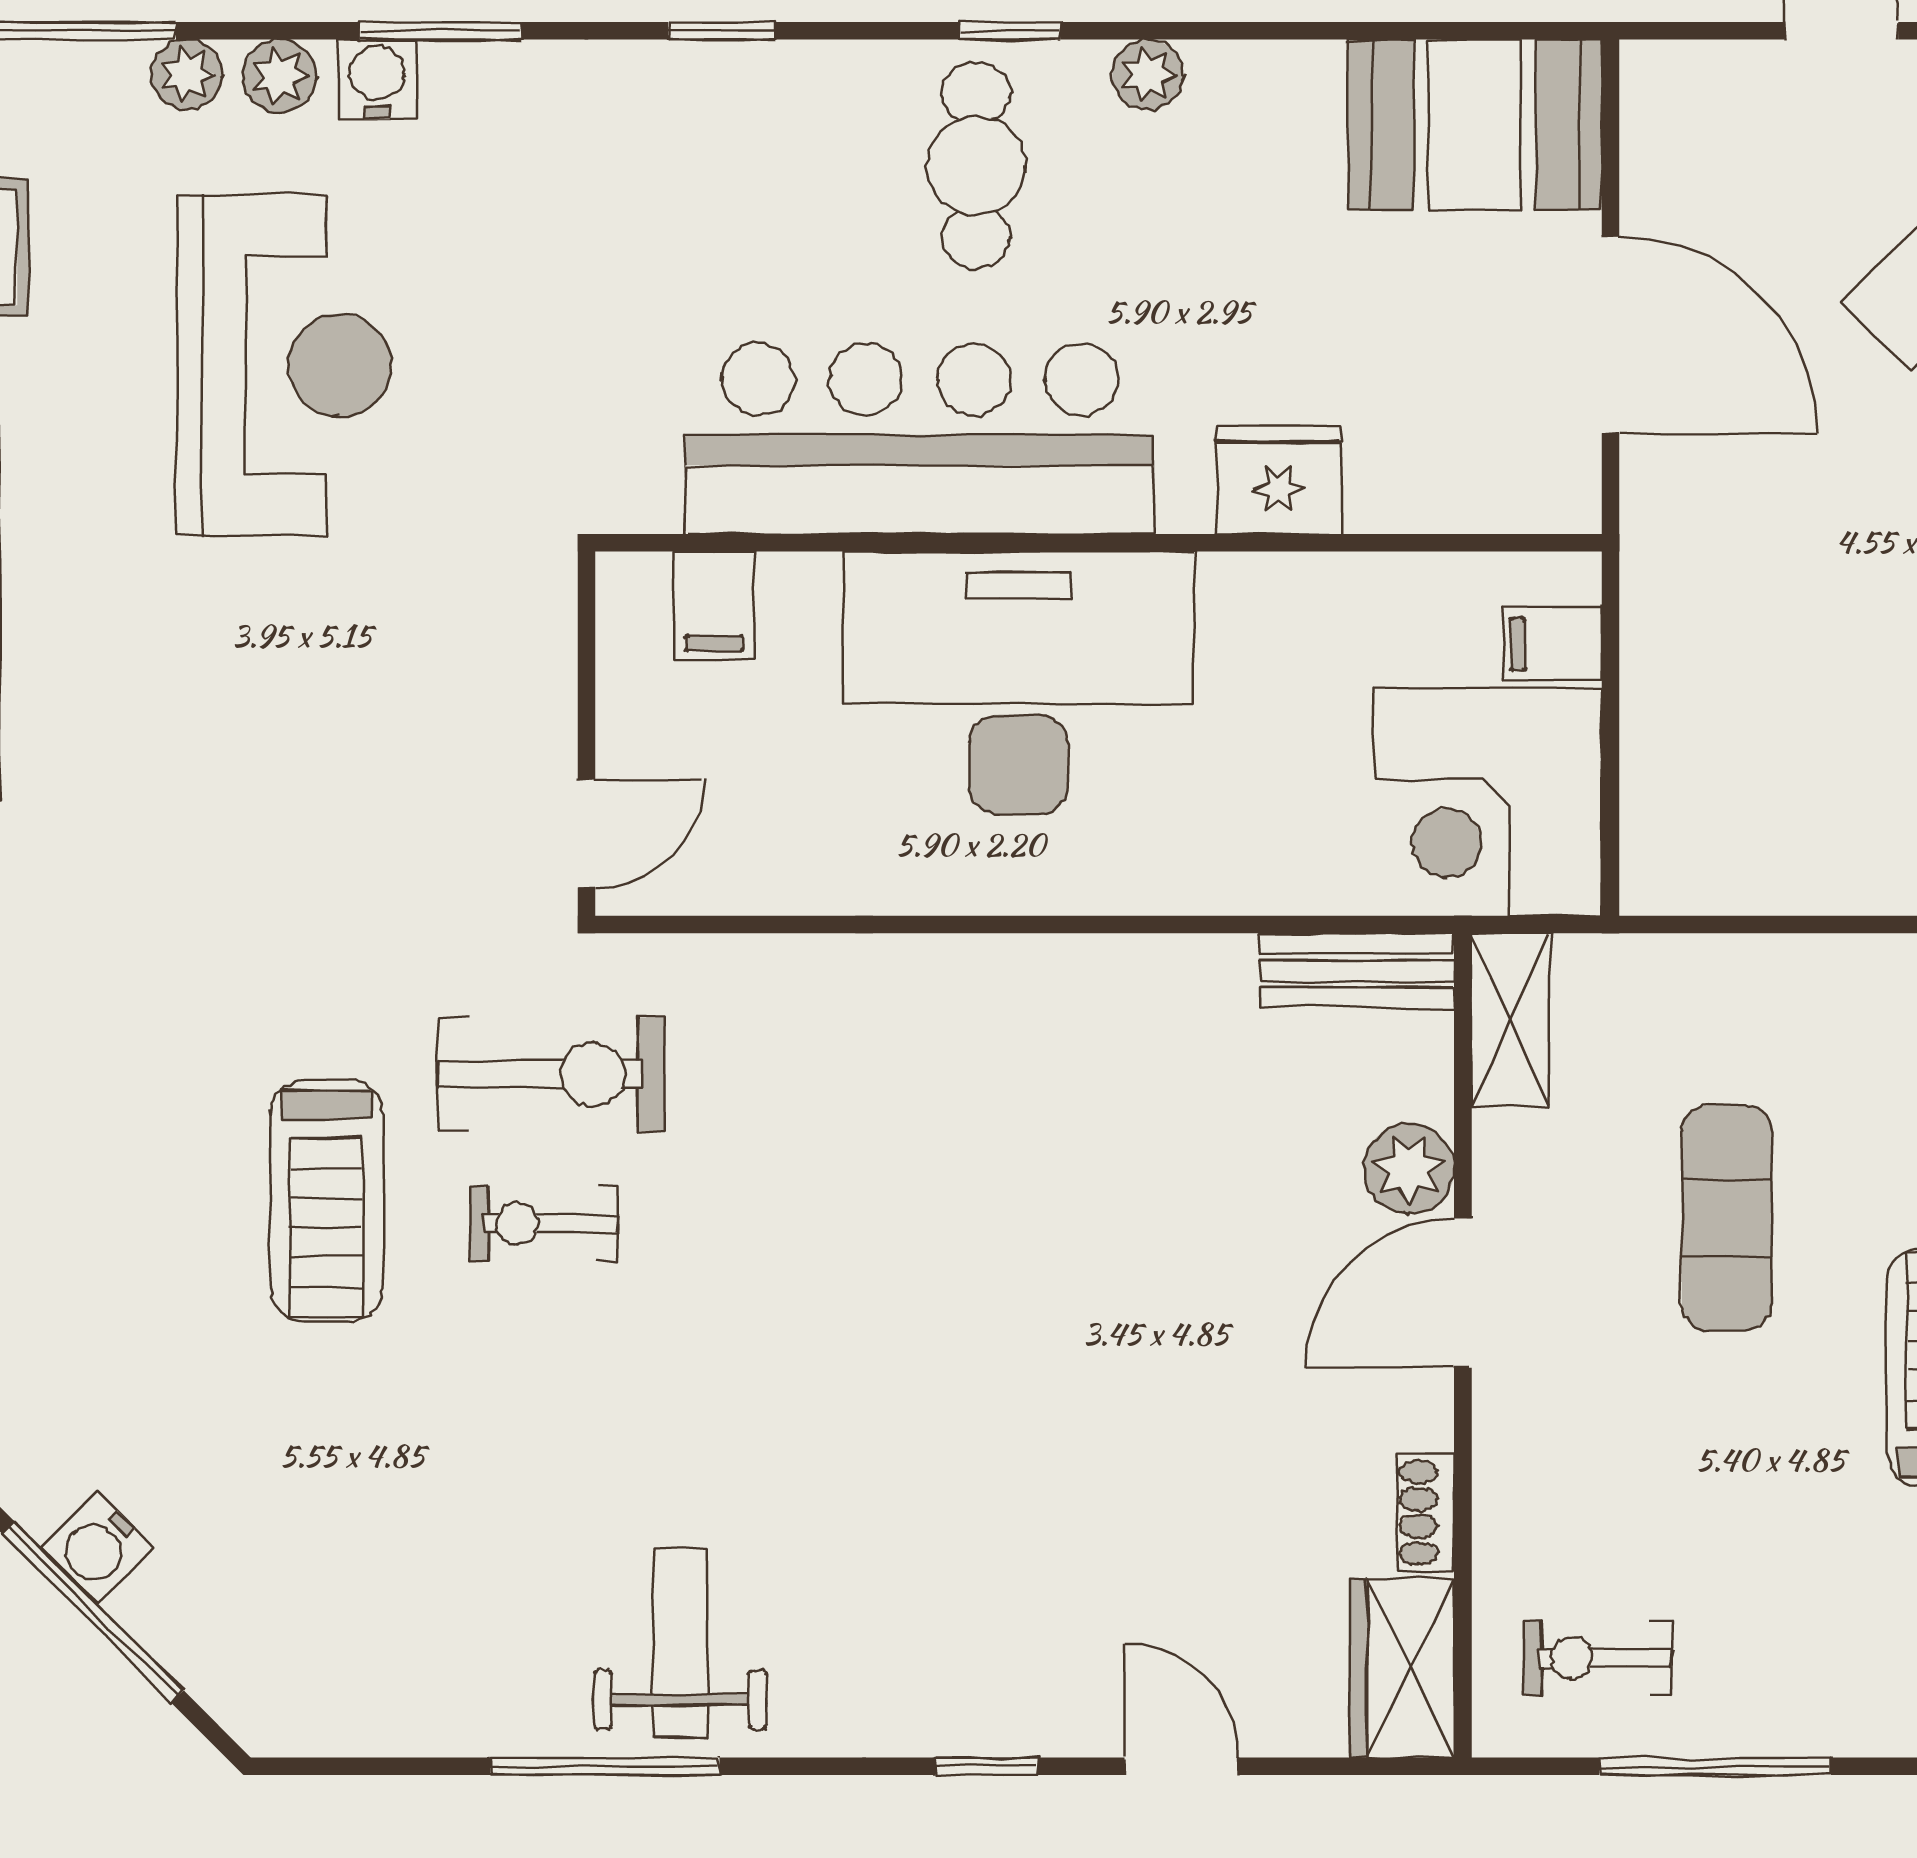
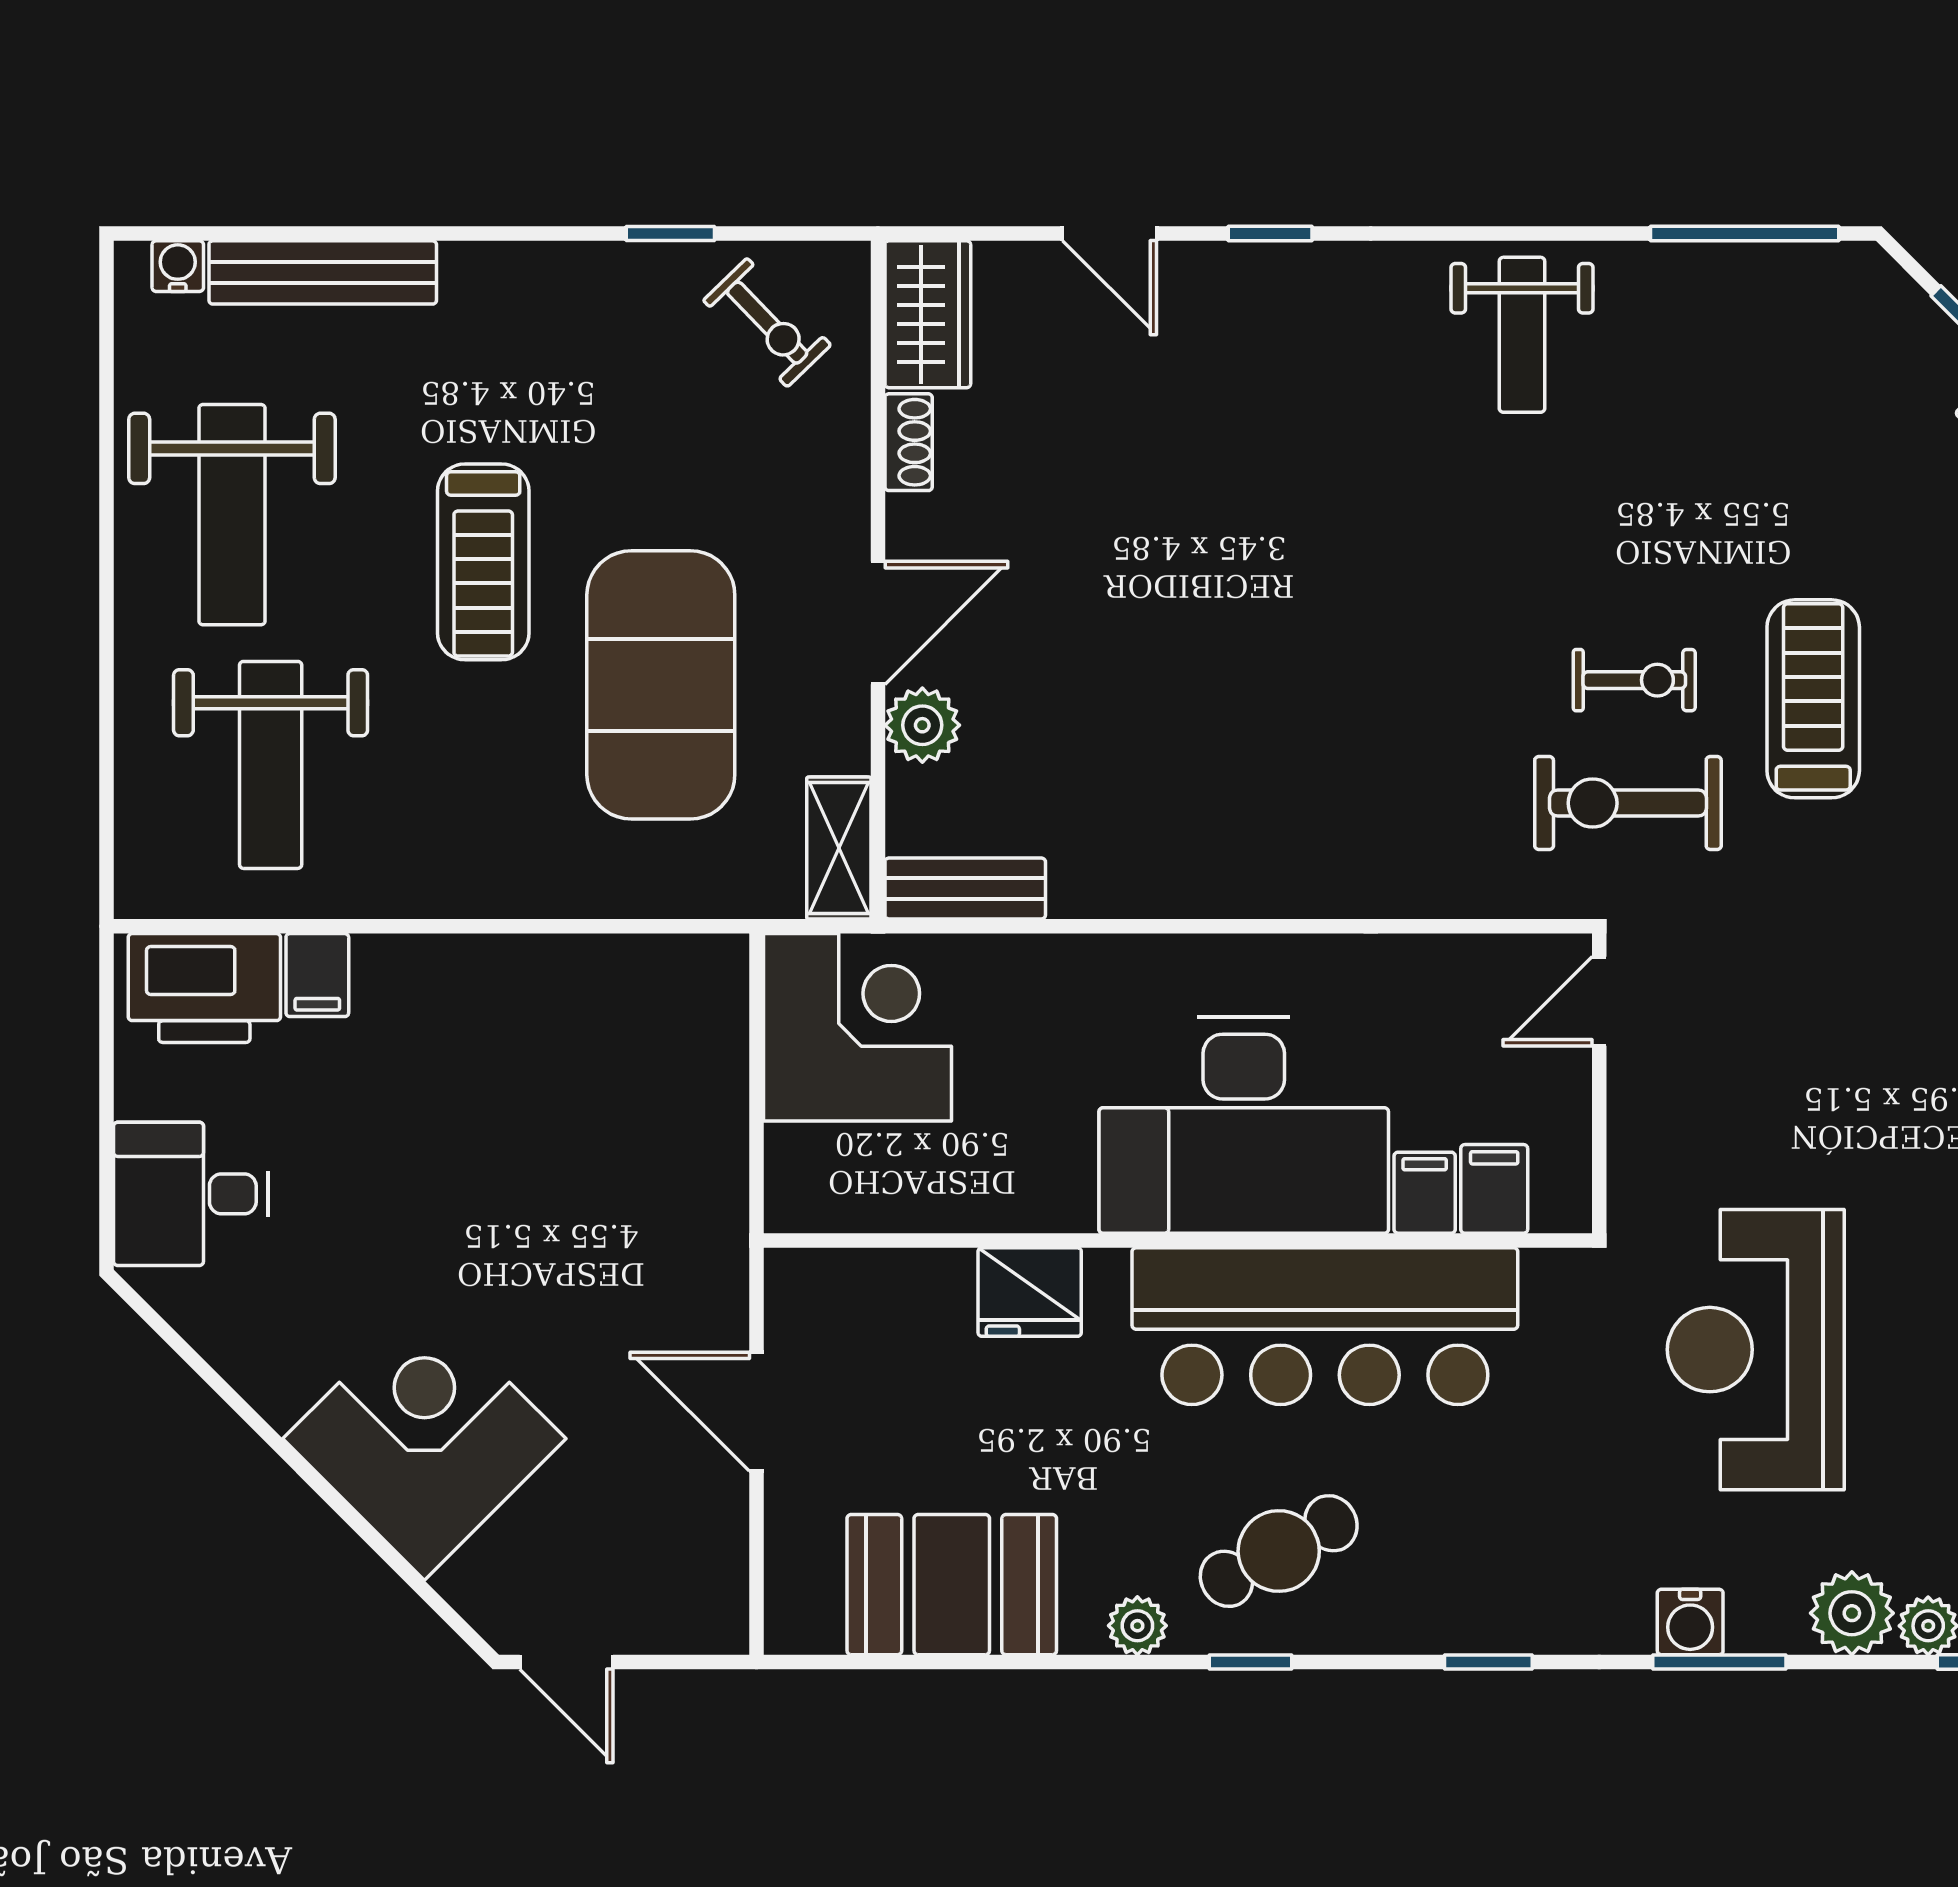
plant: (280, 76) -> (1852, 1613), width x1.38, depth x1.38
water cooler: (377, 79) -> (1690, 1622), moved
booth: (1475, 125) -> (952, 1585), moved
cafe table: (976, 165) -> (1279, 1551), turned 62
door: (1610, 335) -> (756, 1412), width x0.73
reception desk: (284, 365) -> (1756, 1350), moved
filing cabinet: (1552, 644) -> (1425, 1193), moved, turned -90
exercise mat: (1727, 1218) -> (661, 685), width x2.00, depth x1.45
exercise bike: (1598, 1658) -> (767, 323), turned 46
window: (605, 1766) -> (1745, 233), moved
window: (1715, 1766) -> (670, 233), width x0.46

